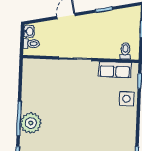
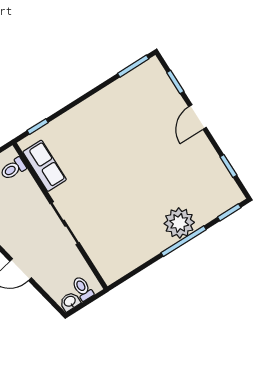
side table: (127, 99) -> (70, 127), removed

